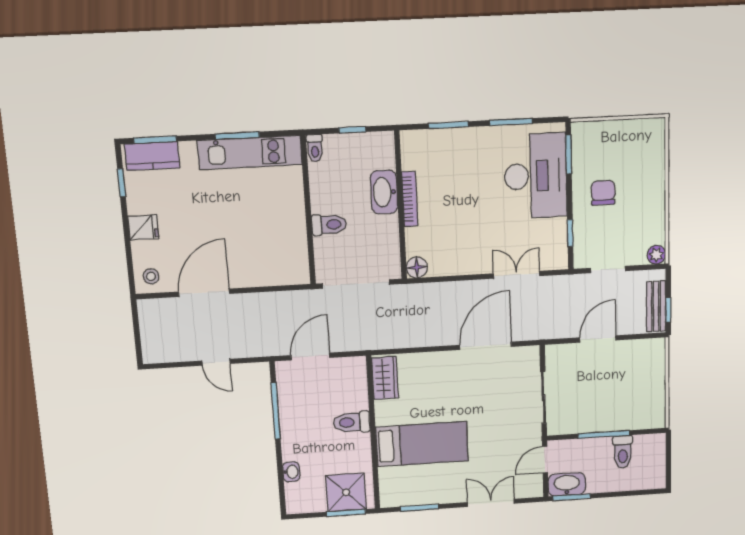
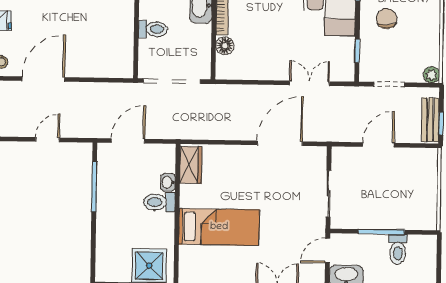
floor lamp: (417, 267) -> (225, 46), moved
door: (216, 362) -> (48, 140), swing flipped
washbasin: (291, 472) -> (168, 182), moved, turned 180

